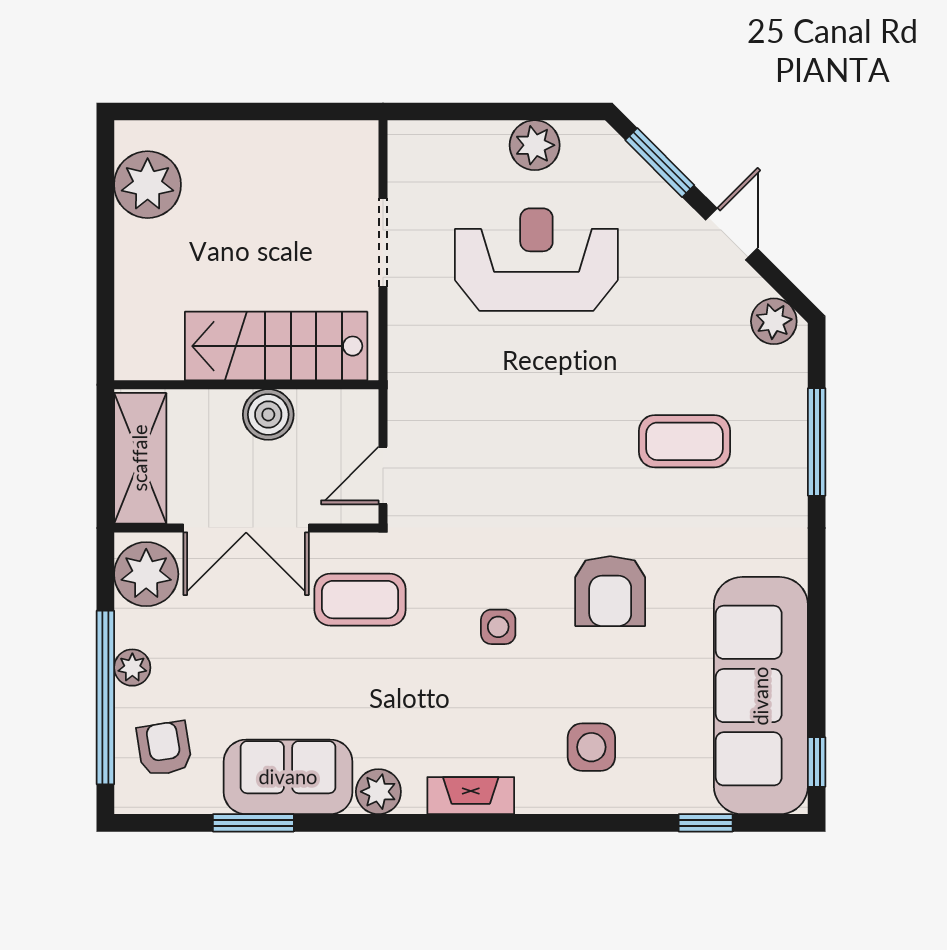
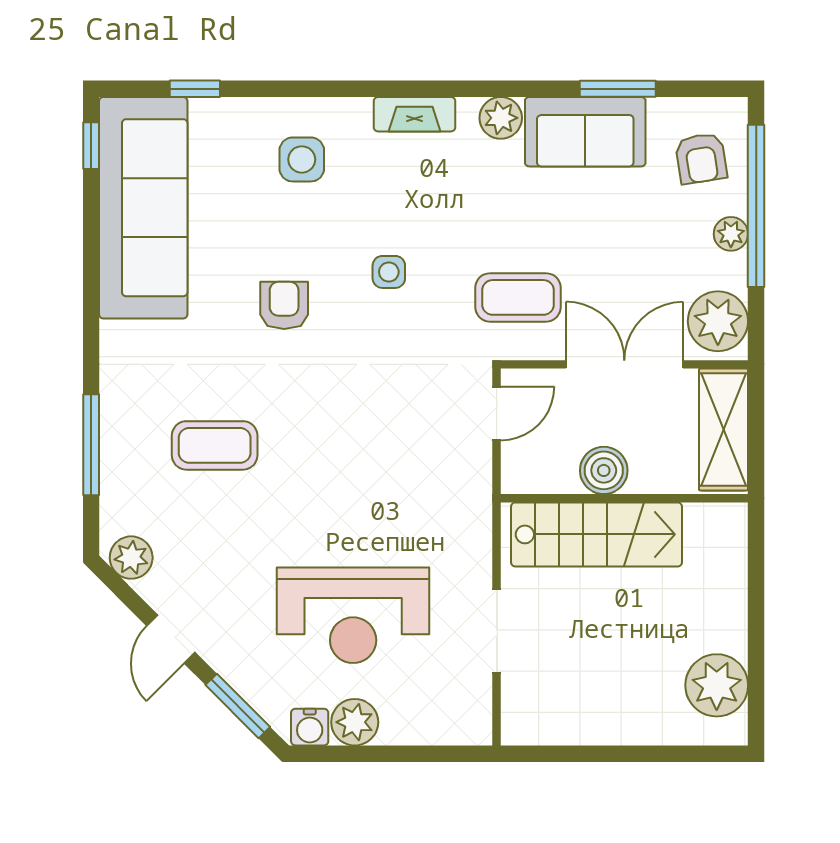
water cooler: (583, 140) -> (310, 727), added
armchair: (610, 591) -> (284, 305), width x0.72, depth x0.72

